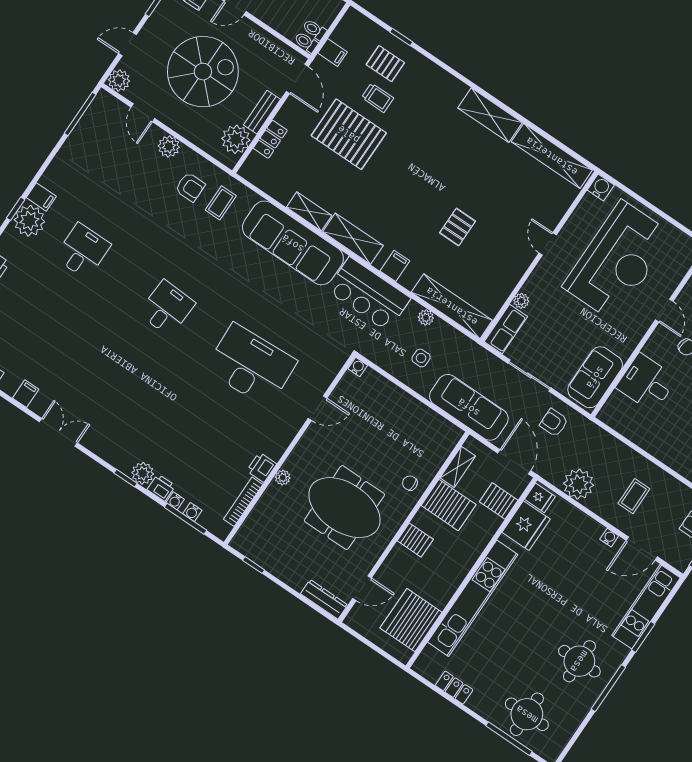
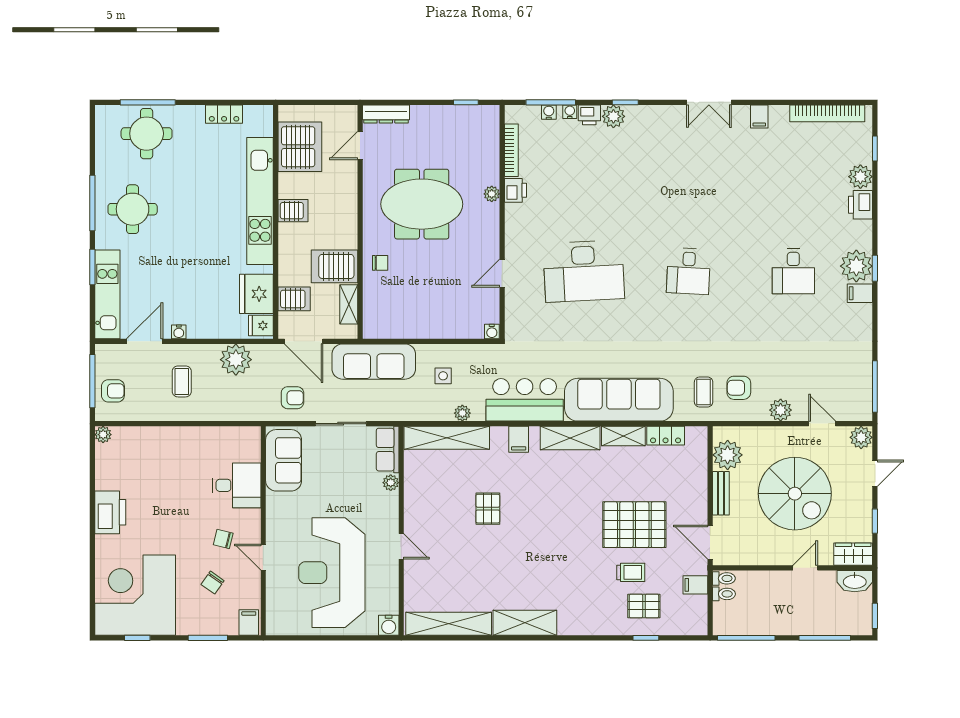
spiral stairs: (203, 72) -> (795, 494), turned -90
trolley: (378, 98) -> (631, 572), turned 180
locker: (270, 139) -> (666, 436), moved, turned -90
server rack: (415, 540) -> (293, 211), moved, turned 180

